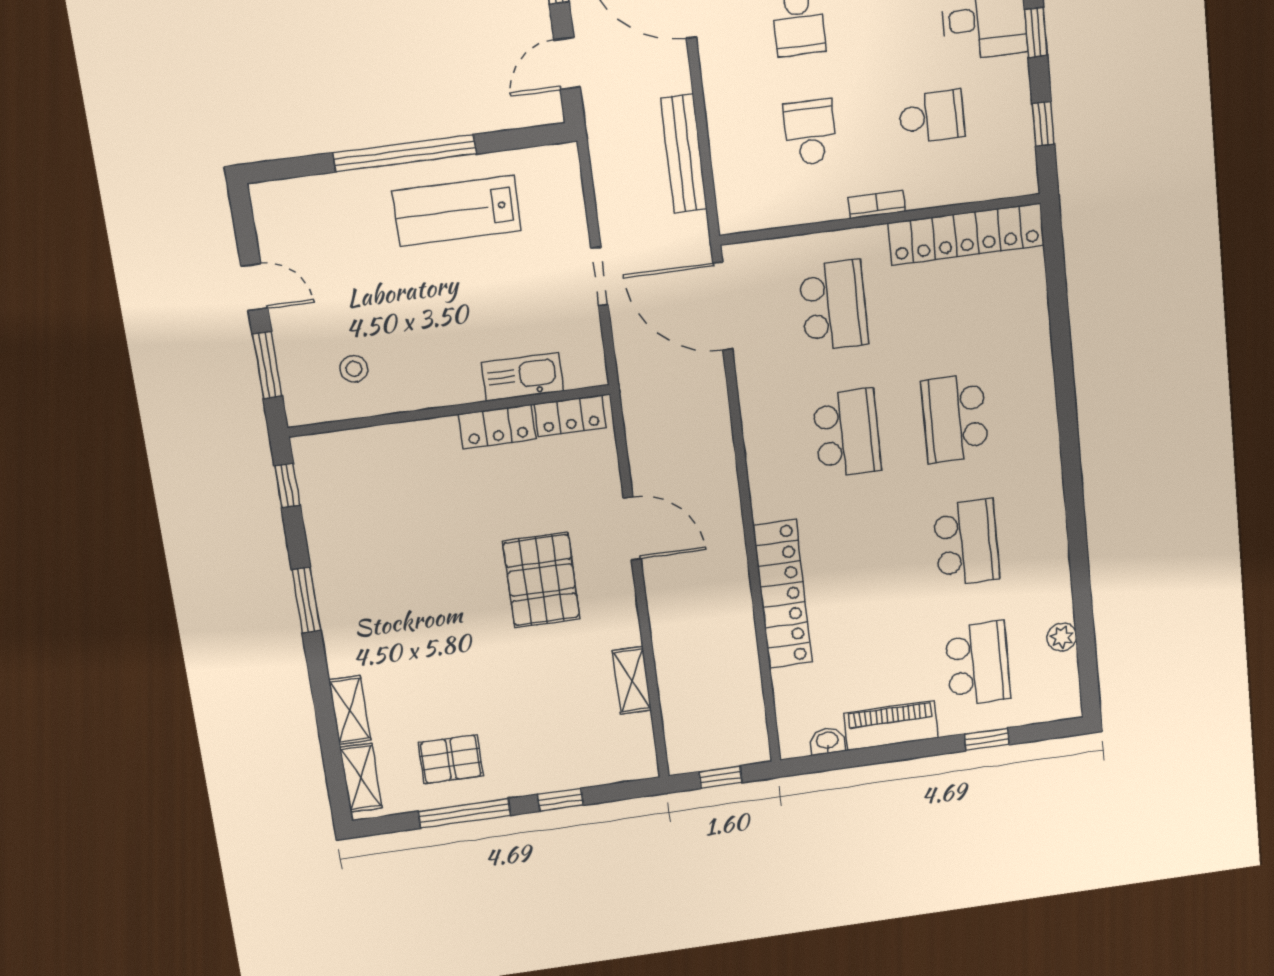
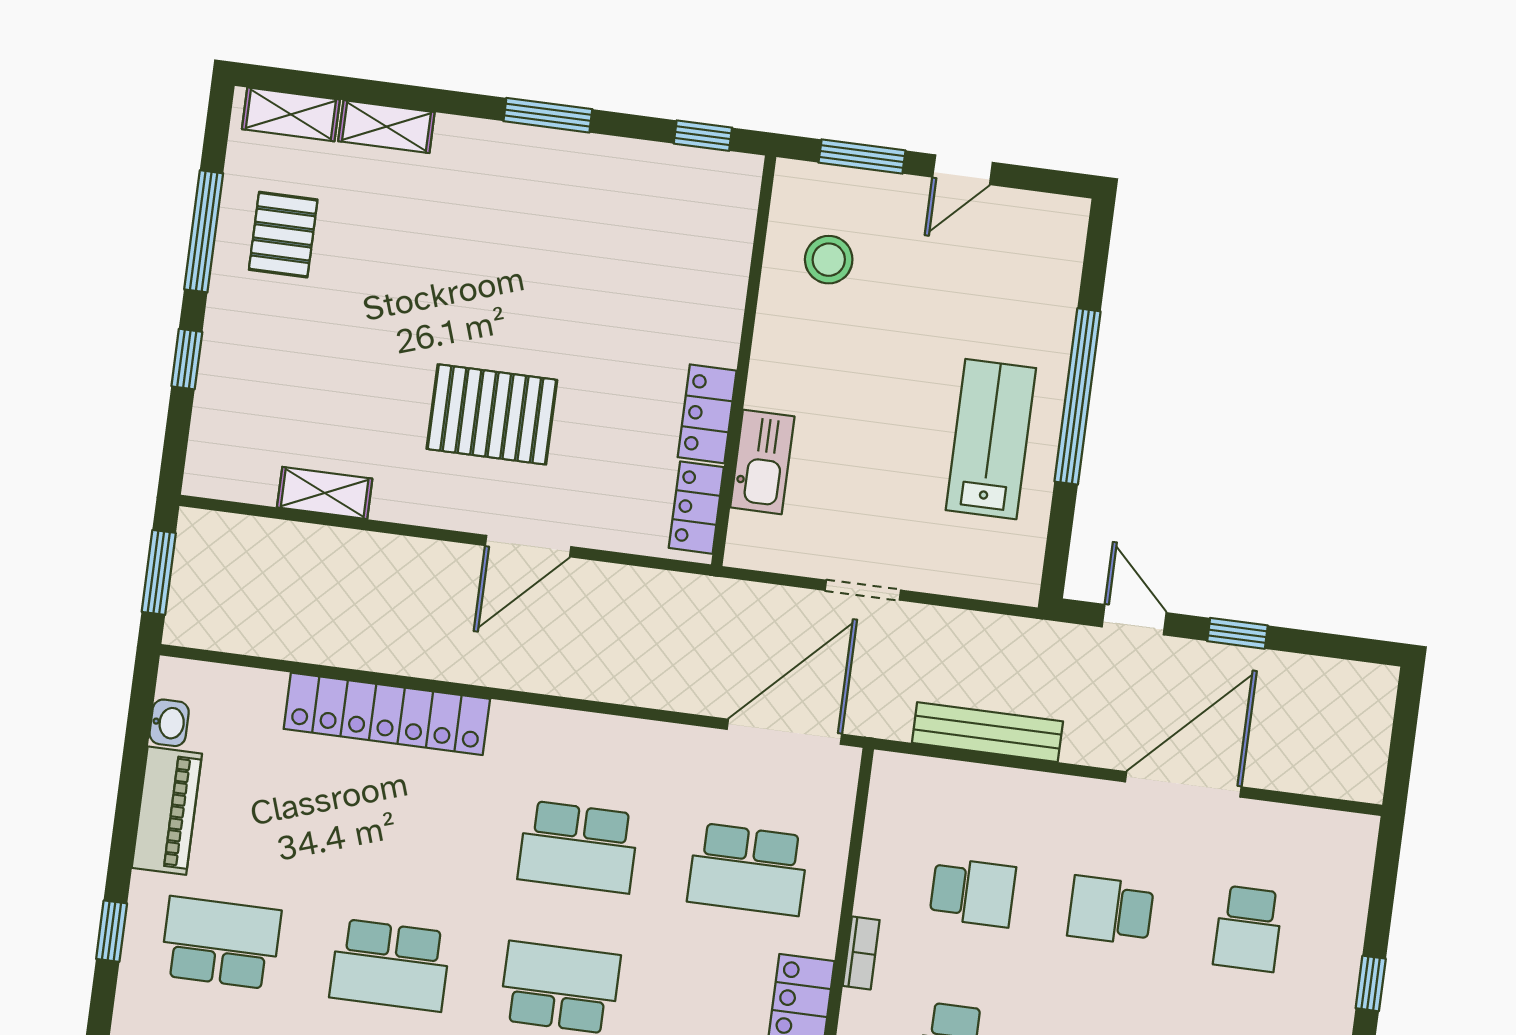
stool: (354, 369) -> (829, 260), width x1.37, depth x1.37
school desk: (978, 664) -> (221, 943), turned 180
window: (720, 777) -> (159, 572), width x1.50

